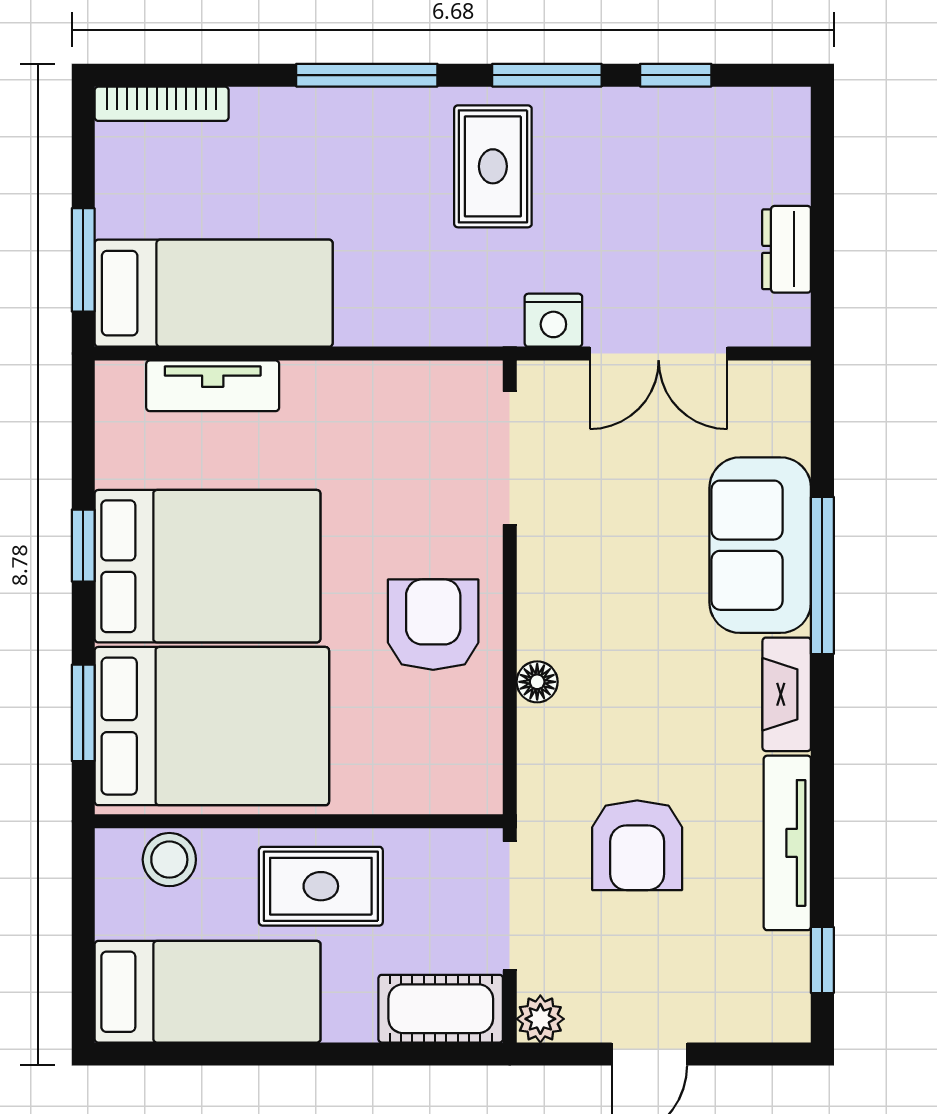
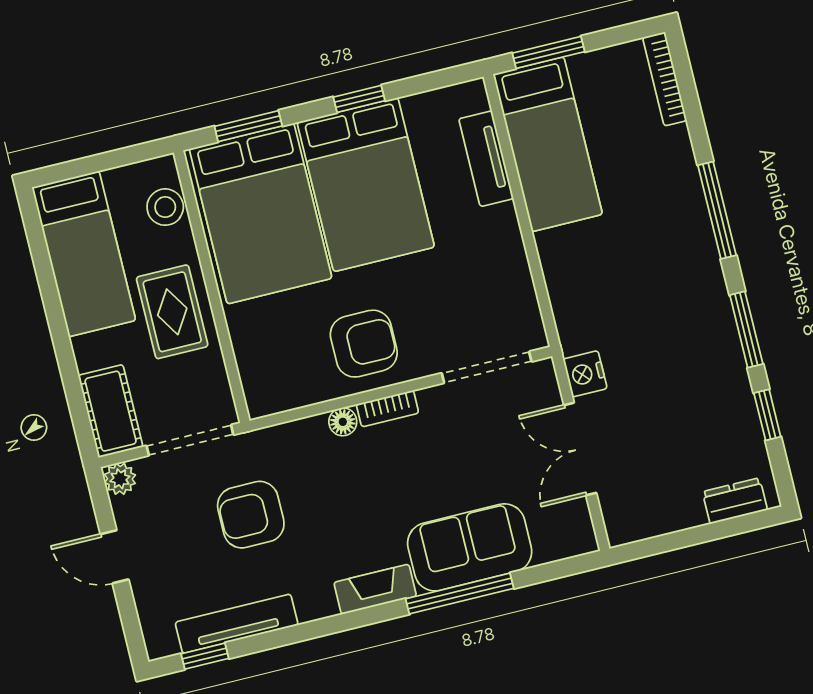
rug: (493, 166) -> (677, 309), removed
dresser: (787, 249) -> (735, 501), moved
bookcase: (534, 614) -> (387, 409), added
tv unit: (787, 843) -> (237, 624), moved

